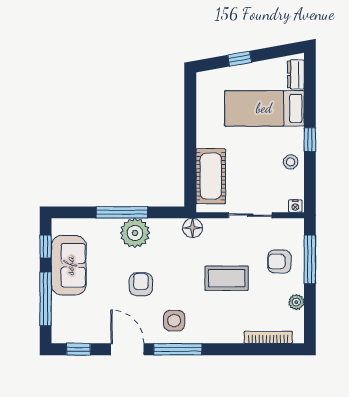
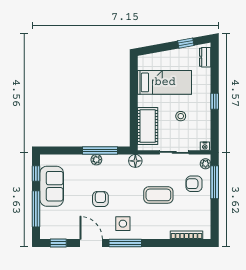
window: (240, 59) -> (186, 43), moved
bed: (264, 108) -> (165, 82), moved, turned 180
stool: (291, 162) -> (181, 116), moved
window: (122, 212) -> (100, 150), moved
plant: (135, 233) -> (96, 160), width x0.53, depth x0.53
plant: (296, 302) -> (206, 164), moved

